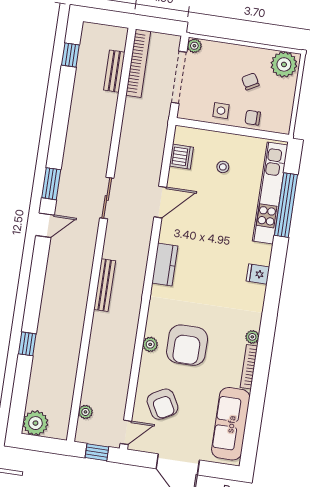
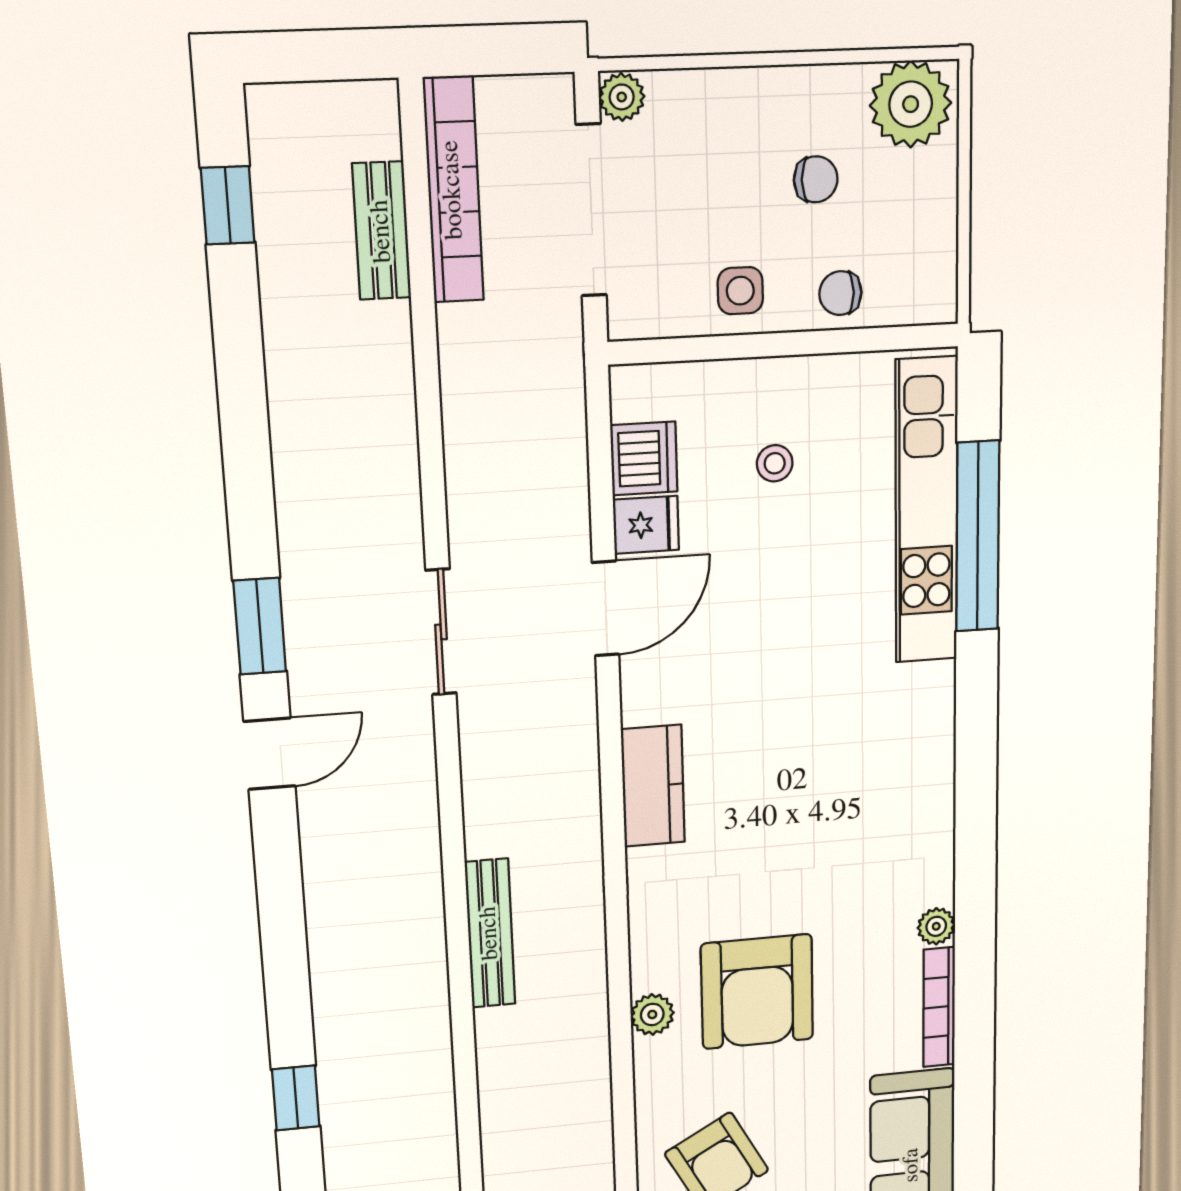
chair: (250, 81) -> (816, 179), turned 119
fridge: (258, 274) -> (646, 525), moved, turned 180
bench: (105, 285) -> (490, 933), moved

